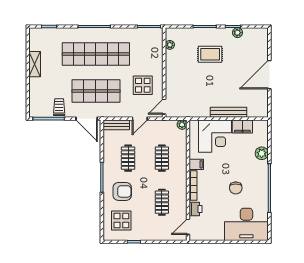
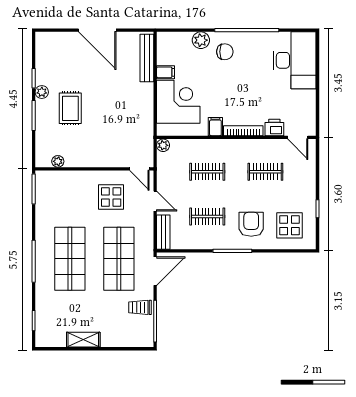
plant: (237, 33) -> (42, 92), moved
shop shelf: (96, 54) -> (70, 259), width x0.71
bench: (229, 112) -> (147, 58), moved
filing cabinet: (242, 126) -> (166, 72), width x0.50
chair: (236, 188) -> (225, 52), moved

